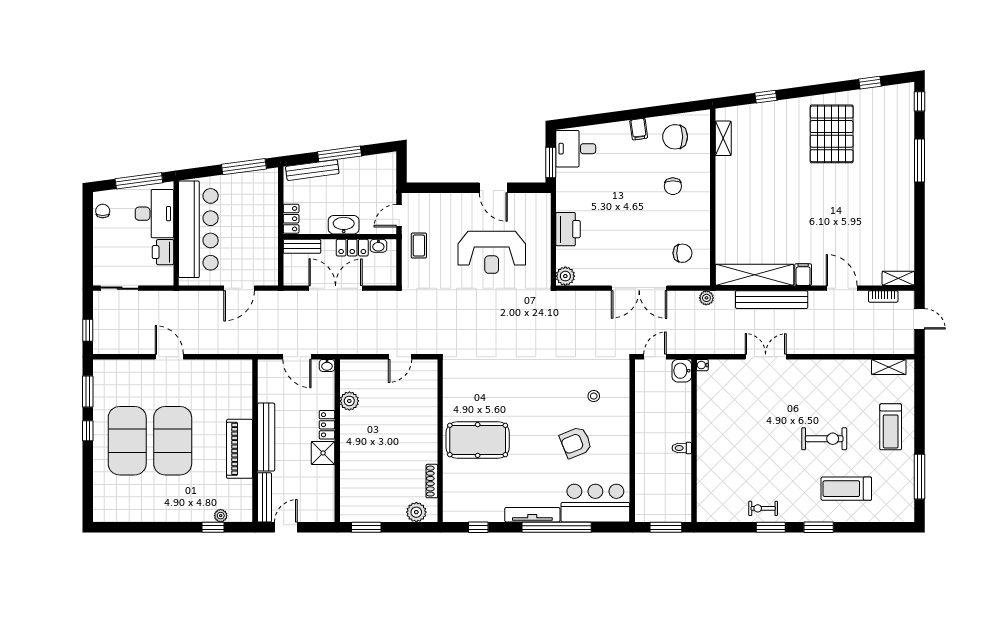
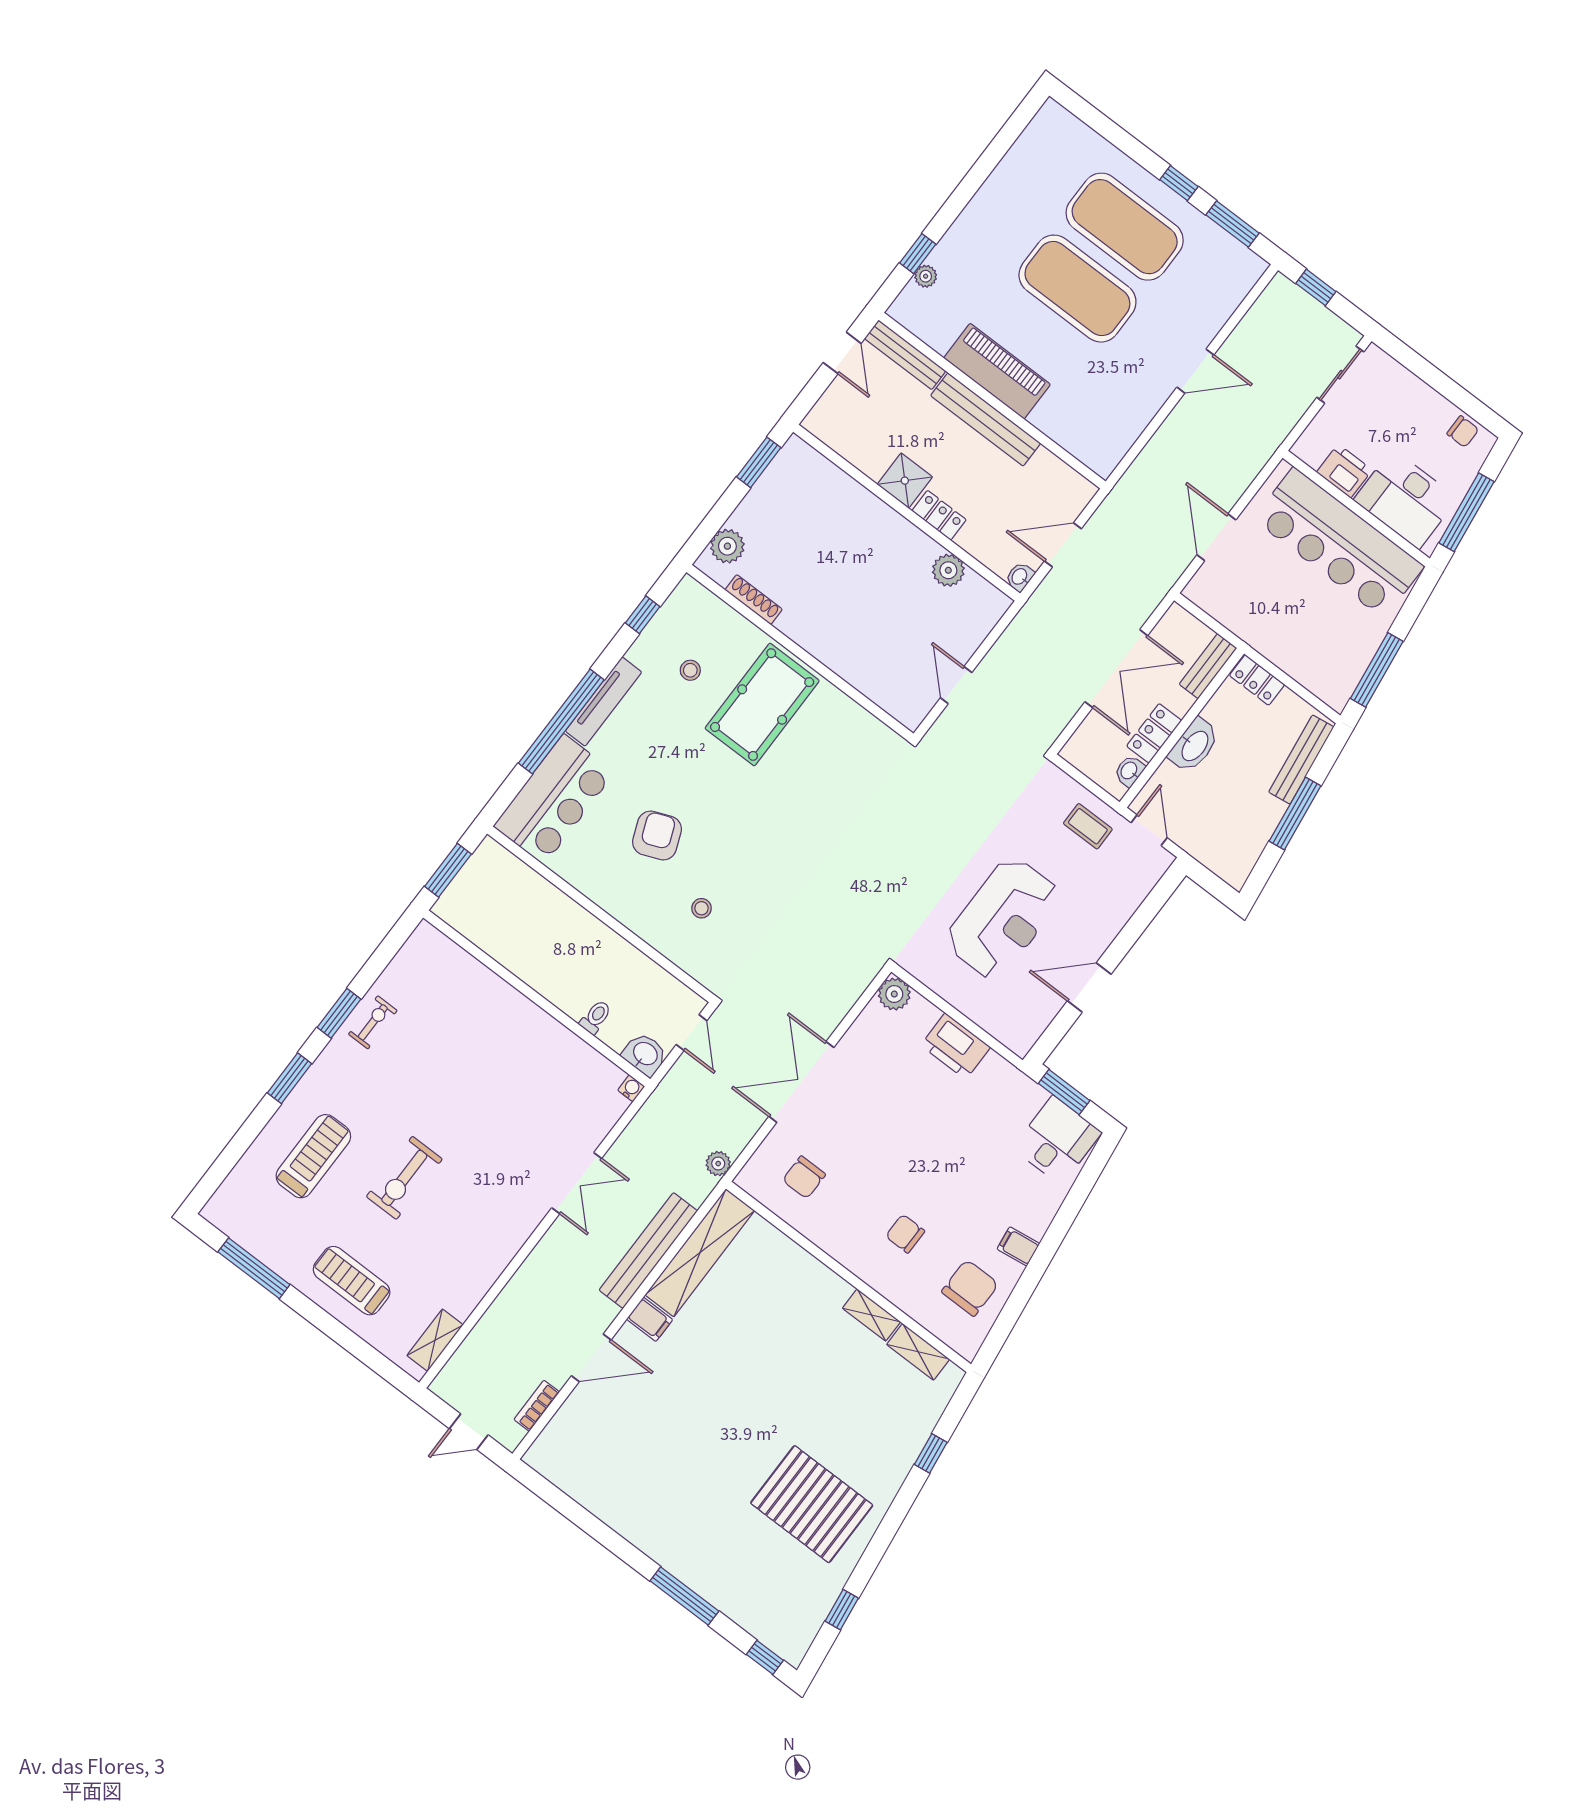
reception desk: (492, 252) -> (1003, 918), turned 180
shelving: (898, 278) -> (871, 1315), moved, turned 90
toilet: (682, 448) -> (596, 1017), moved
stool: (487, 486) -> (690, 670), added

